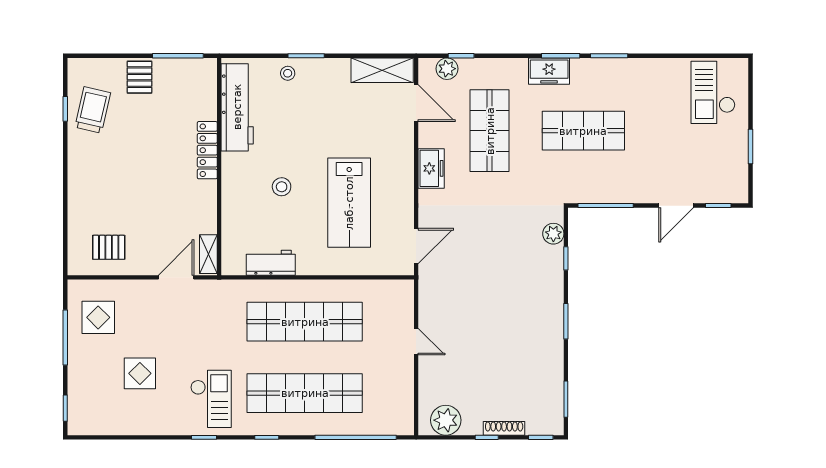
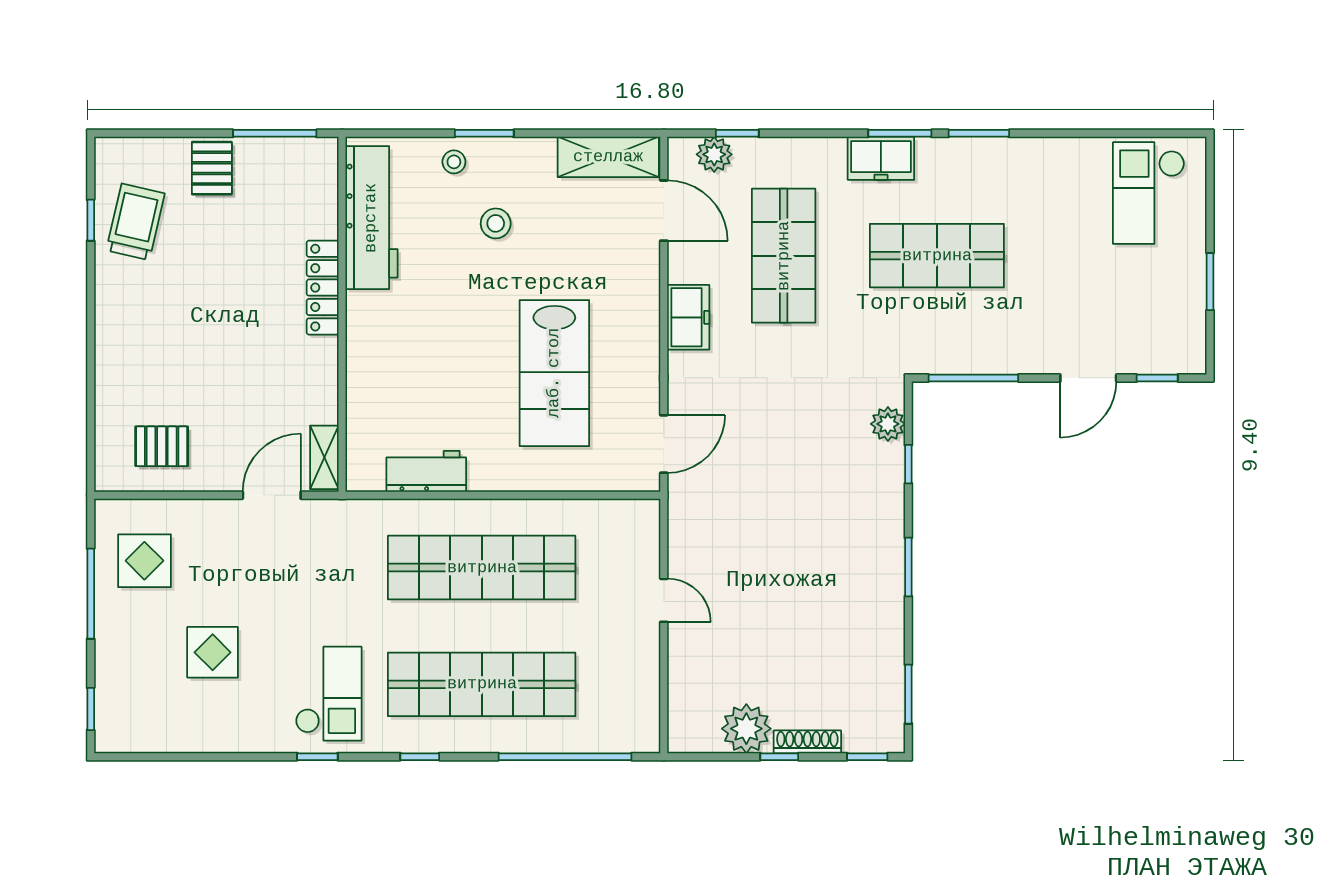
stool: (282, 187) -> (496, 223), moved
plant: (446, 420) -> (746, 729), moved

